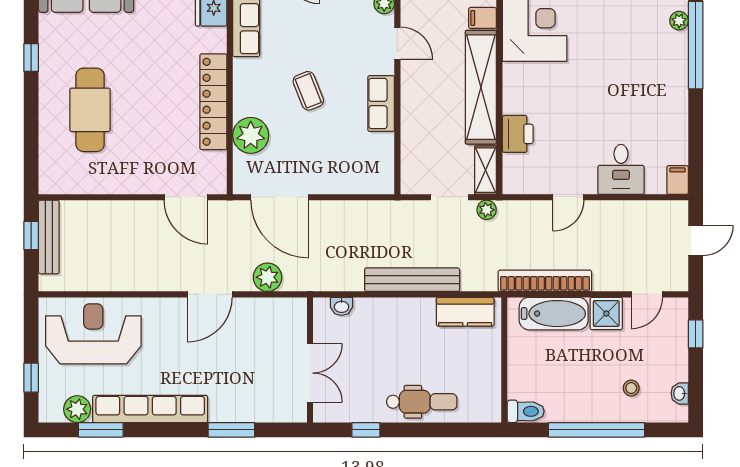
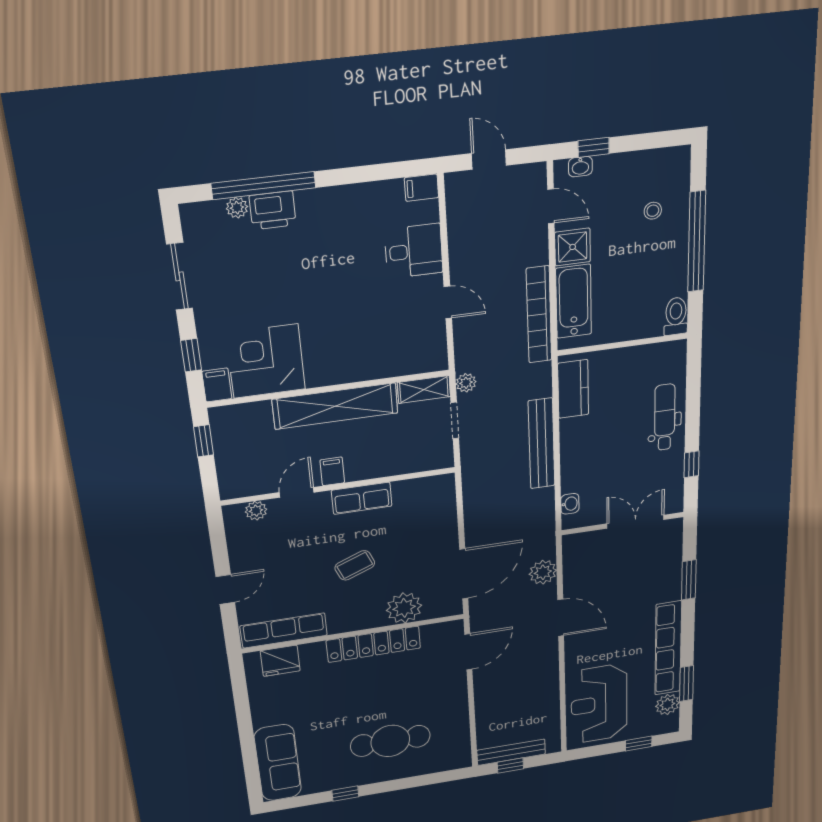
filing cabinet: (483, 18) -> (332, 471), moved, turned 180
printer: (518, 134) -> (273, 210), moved, turned 180
washbasin: (680, 393) -> (580, 167), moved

